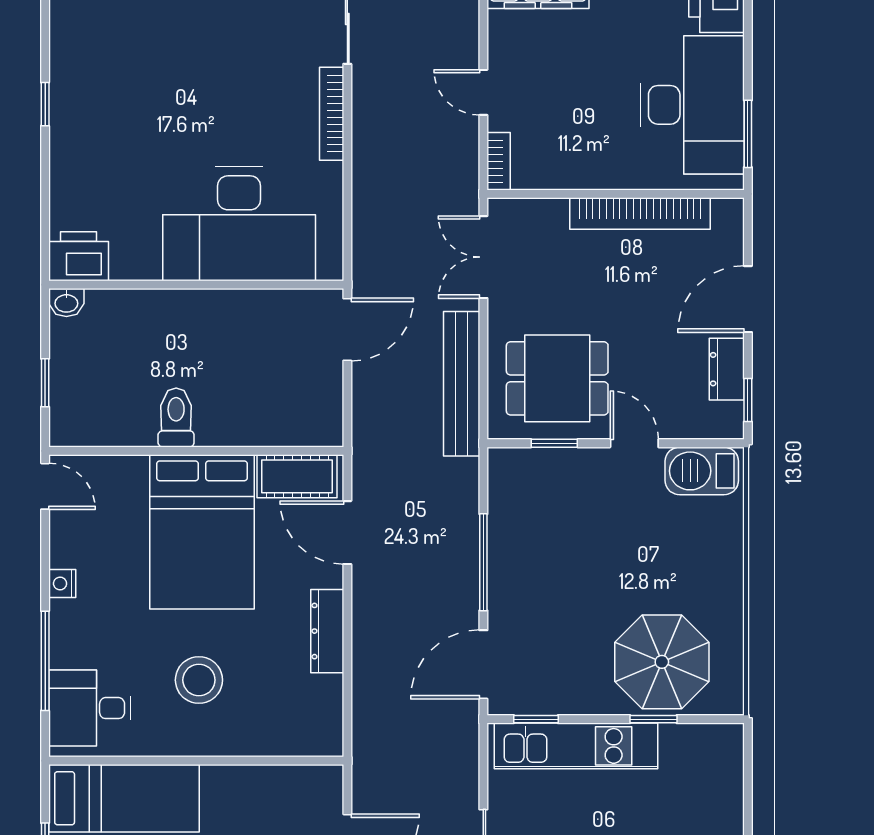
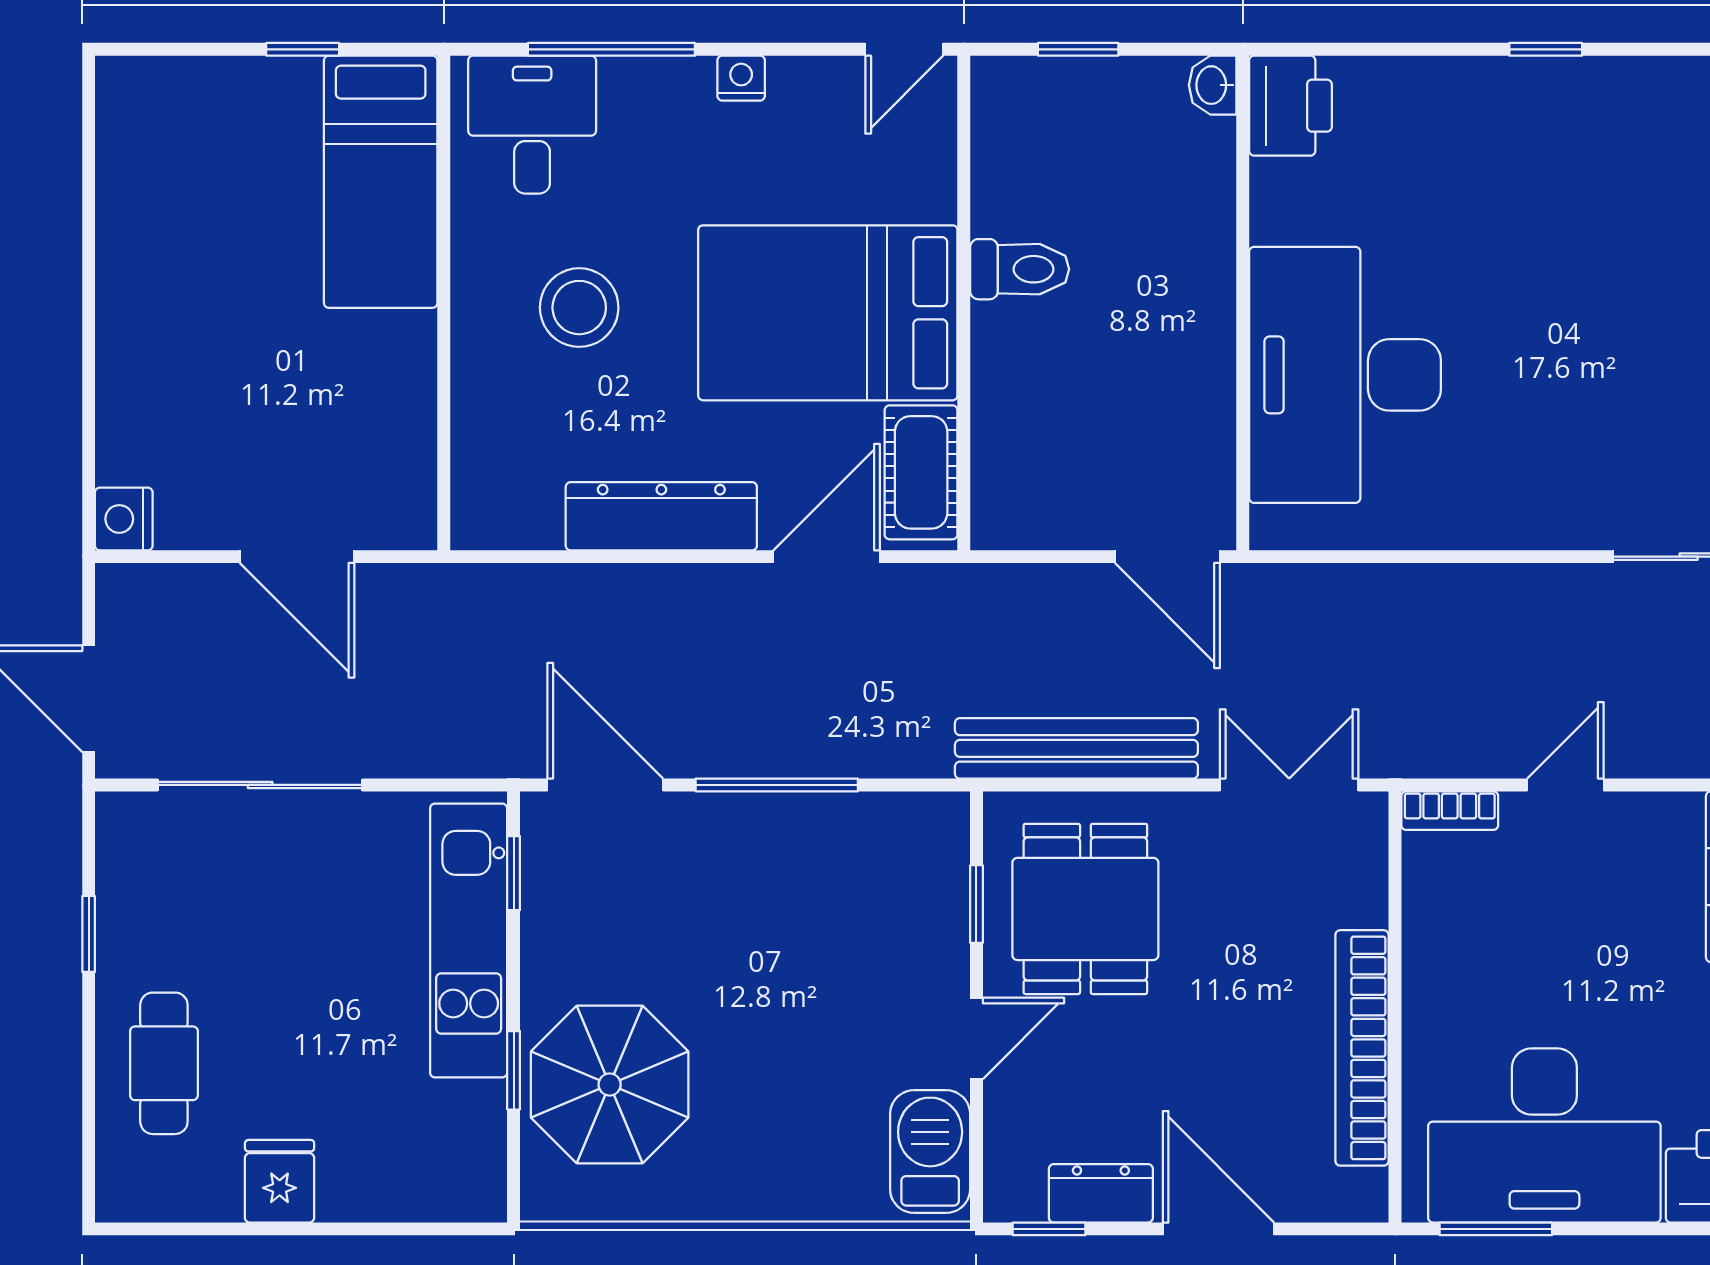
bookcase: (332, 114) -> (1529, 530), removed
dresser: (327, 631) -> (661, 516), width x1.37, depth x1.24

